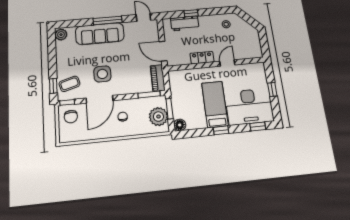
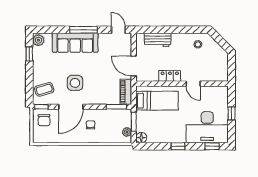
window: (191, 13) -> (165, 30), removed
door: (227, 63) -> (193, 84), swing flipped
window: (53, 86) -> (29, 54), moved
bed: (215, 104) -> (157, 101), moved, turned 90
plant: (158, 117) -> (127, 132), width x0.53, depth x0.53

